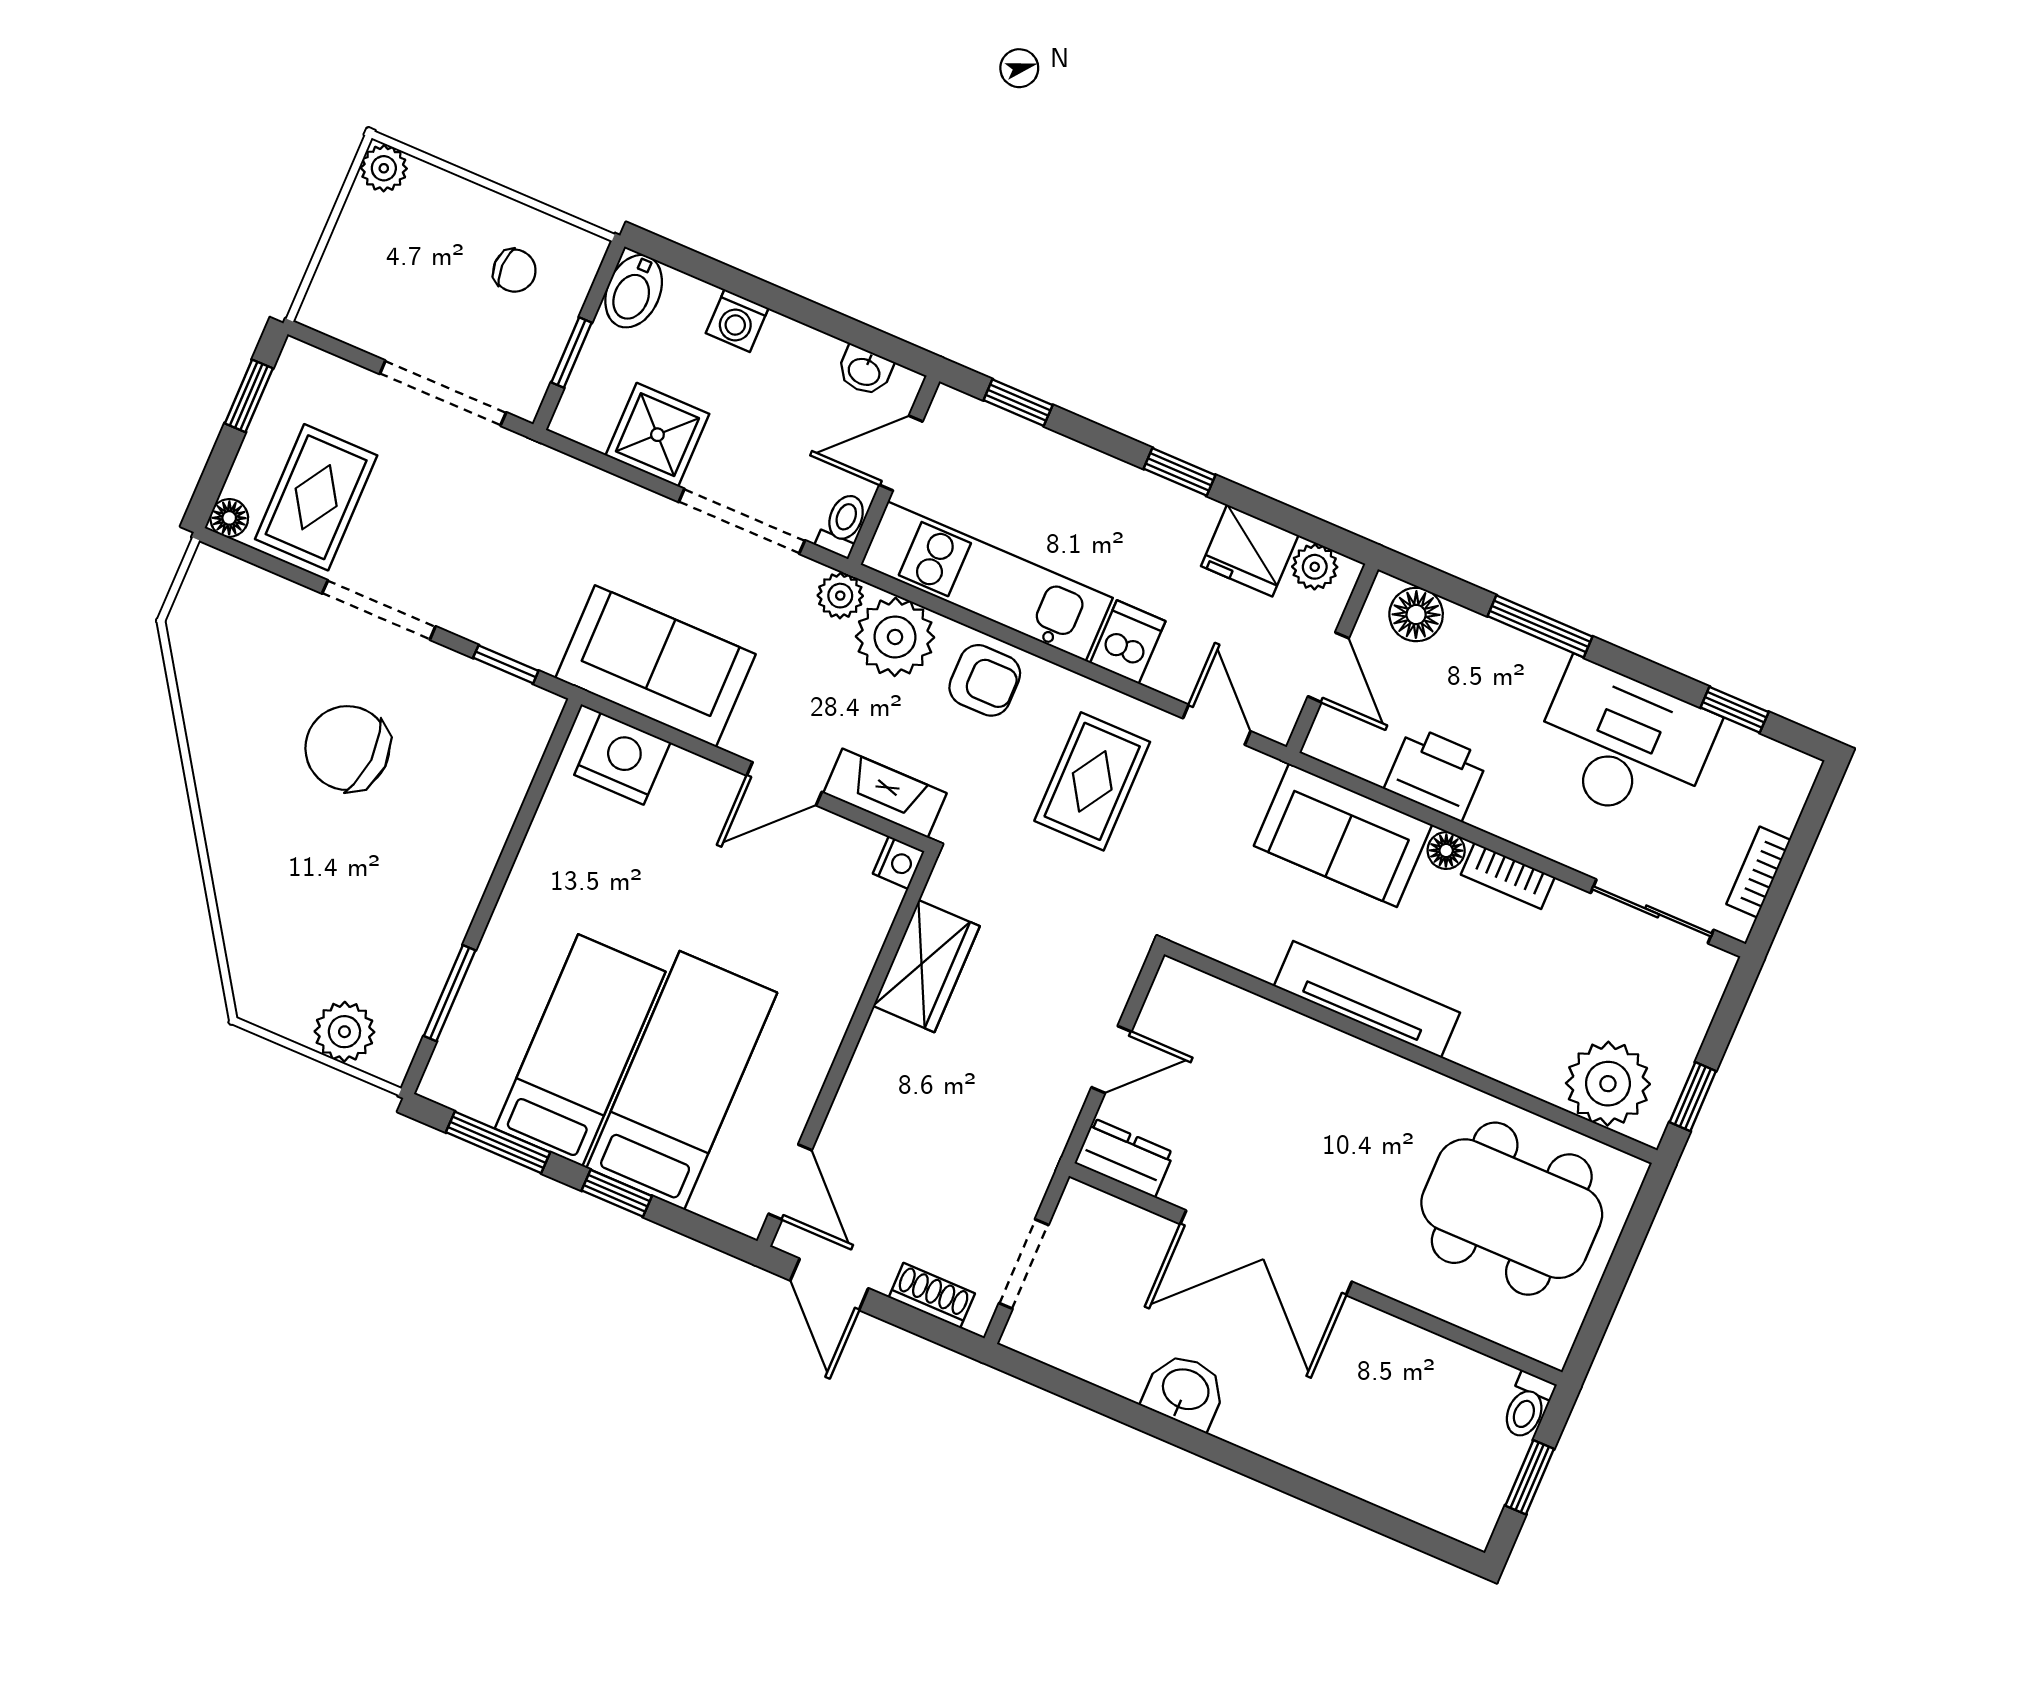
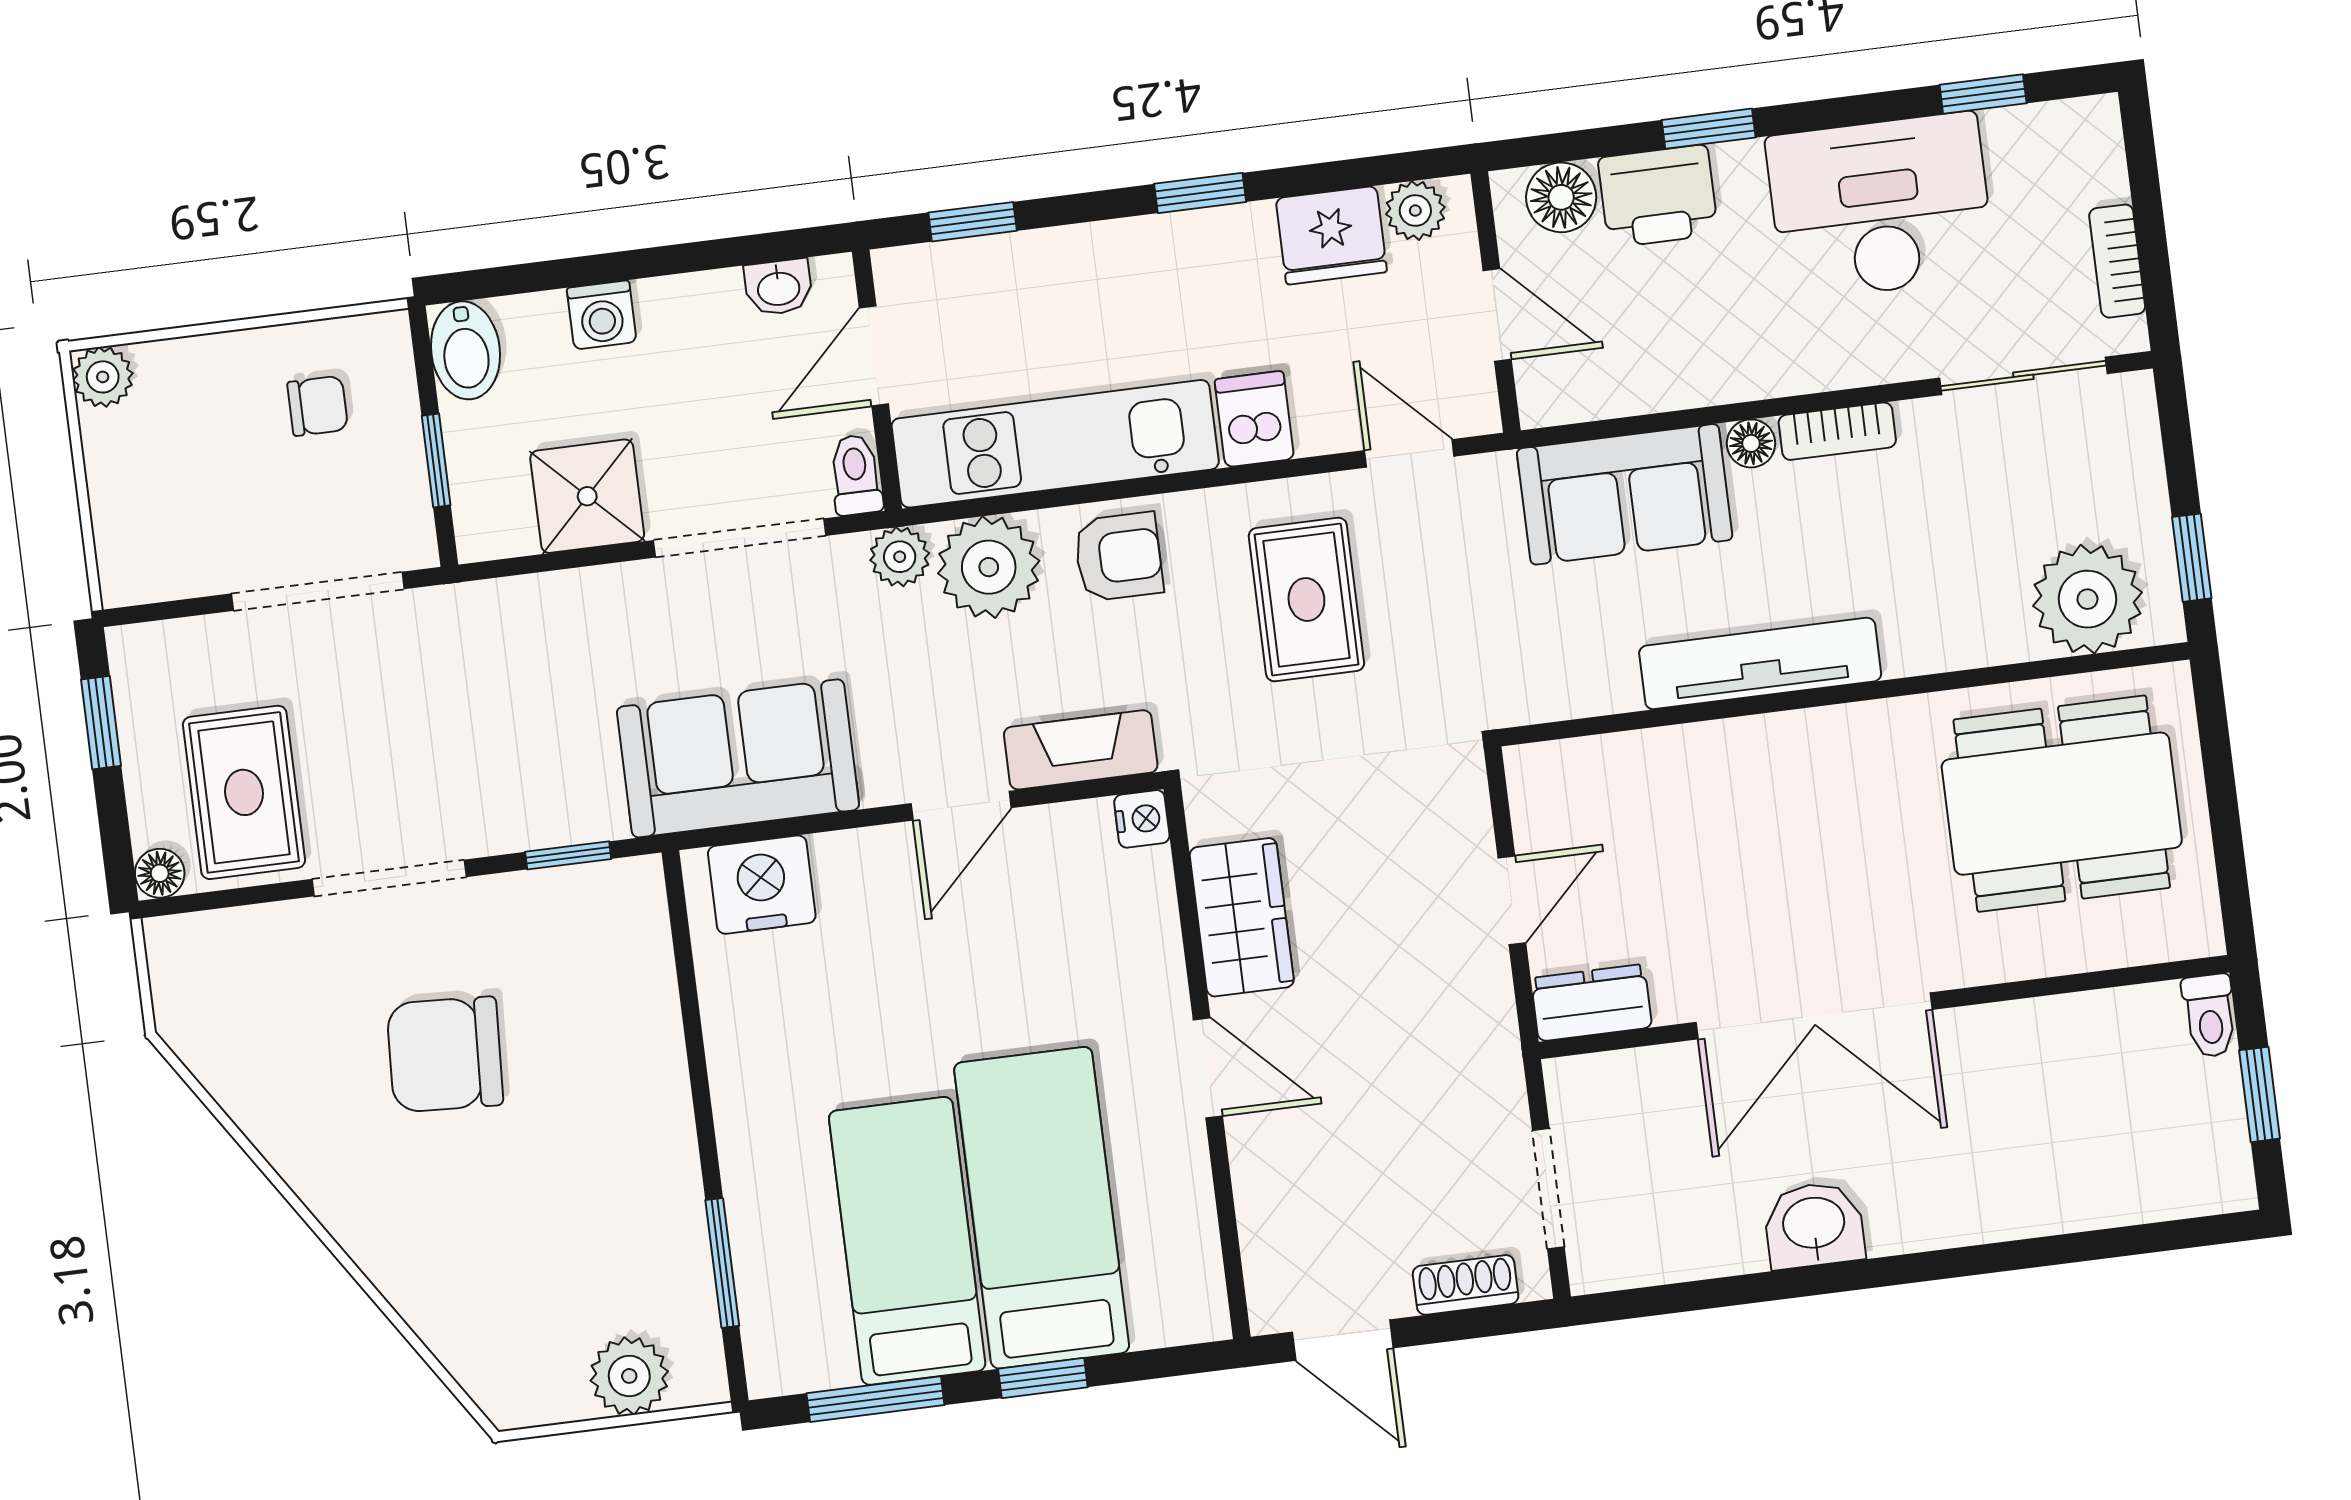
window: (1540, 626) -> (1709, 129), width x0.67
printer: (1436, 773) -> (1658, 196), moved, turned 180
door: (790, 1182) -> (1208, 1068), moved

